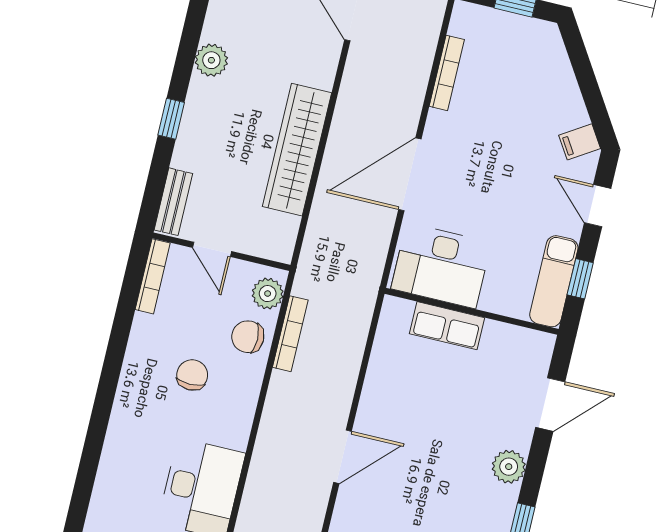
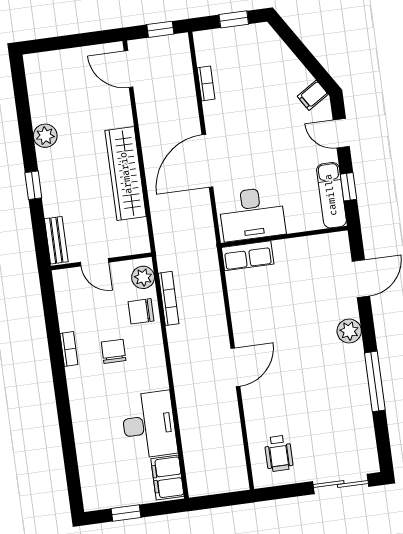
bookcase: (447, 73) -> (206, 83), width x0.64
bookcase: (153, 276) -> (69, 349), moved, width x0.64
row of seats: (447, 326) -> (248, 256), moved

